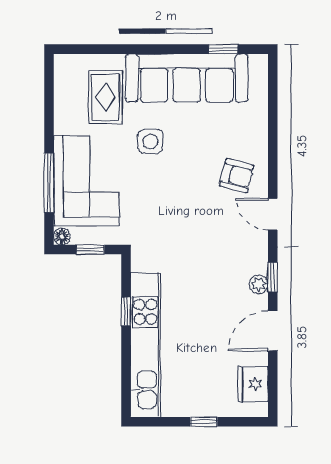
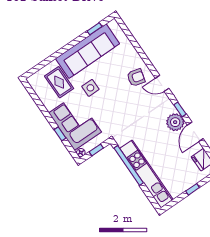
window: (49, 183) -> (60, 134), width x0.46
plant: (259, 284) -> (175, 122), width x1.87, depth x1.87
window: (126, 311) -> (129, 165), width x3.17

